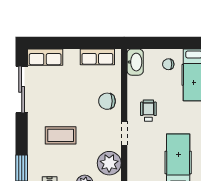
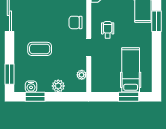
plant: (109, 163) -> (82, 75), width x0.53, depth x0.53

